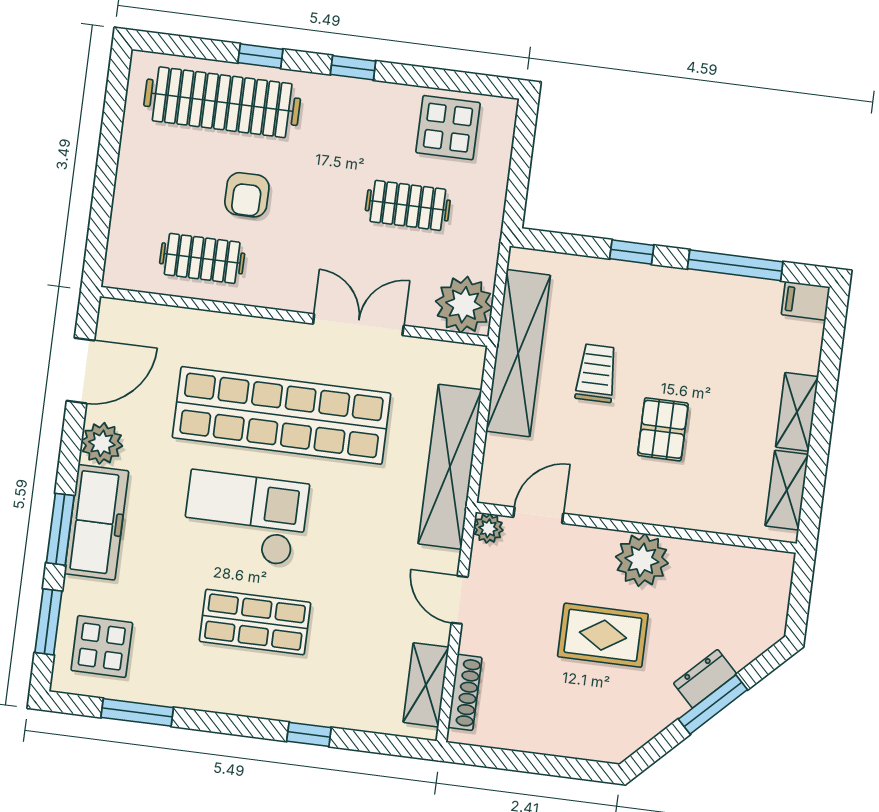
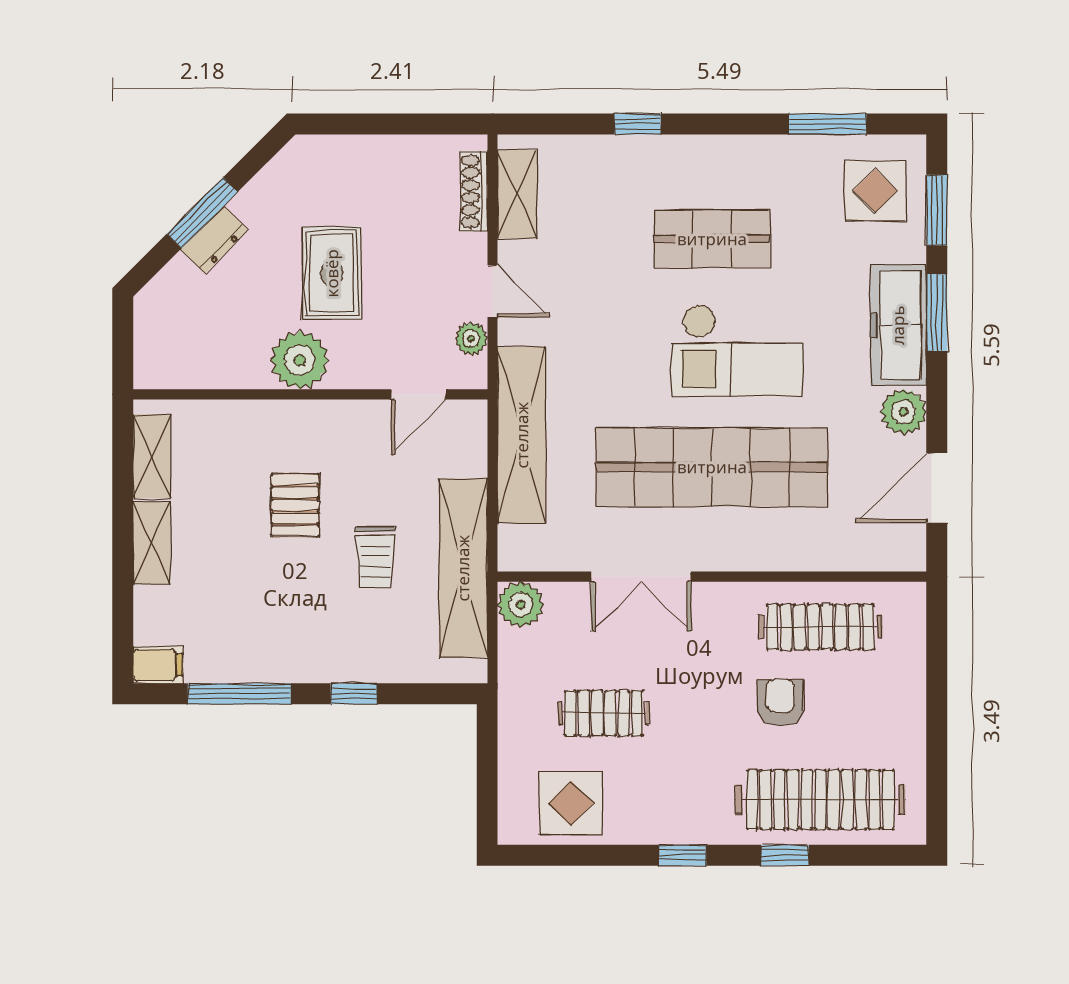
clothes rail: (202, 258) -> (820, 627), width x1.36
plant: (464, 305) -> (521, 605), width x0.73, depth x0.73
plant: (488, 528) -> (471, 339), moved
rug: (603, 635) -> (332, 273), turned 90

